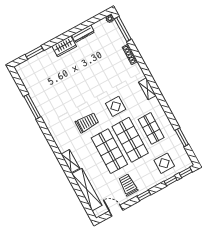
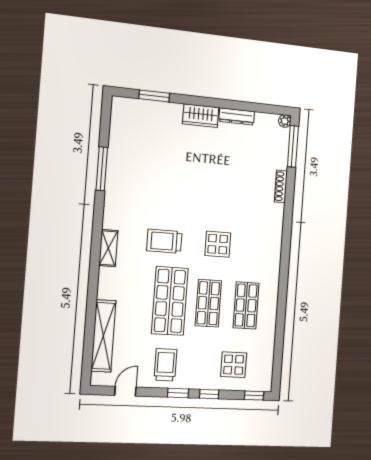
shelving: (147, 89) -> (275, 248), removed
trolley: (87, 123) -> (164, 241), turned 180
window: (182, 137) -> (279, 343), removed
shop shelf: (130, 140) -> (208, 303), width x0.70, depth x0.74
shelving: (70, 161) -> (108, 248), moved
window: (171, 181) -> (209, 394), moved
door: (116, 211) -> (125, 391), hinge flipped

